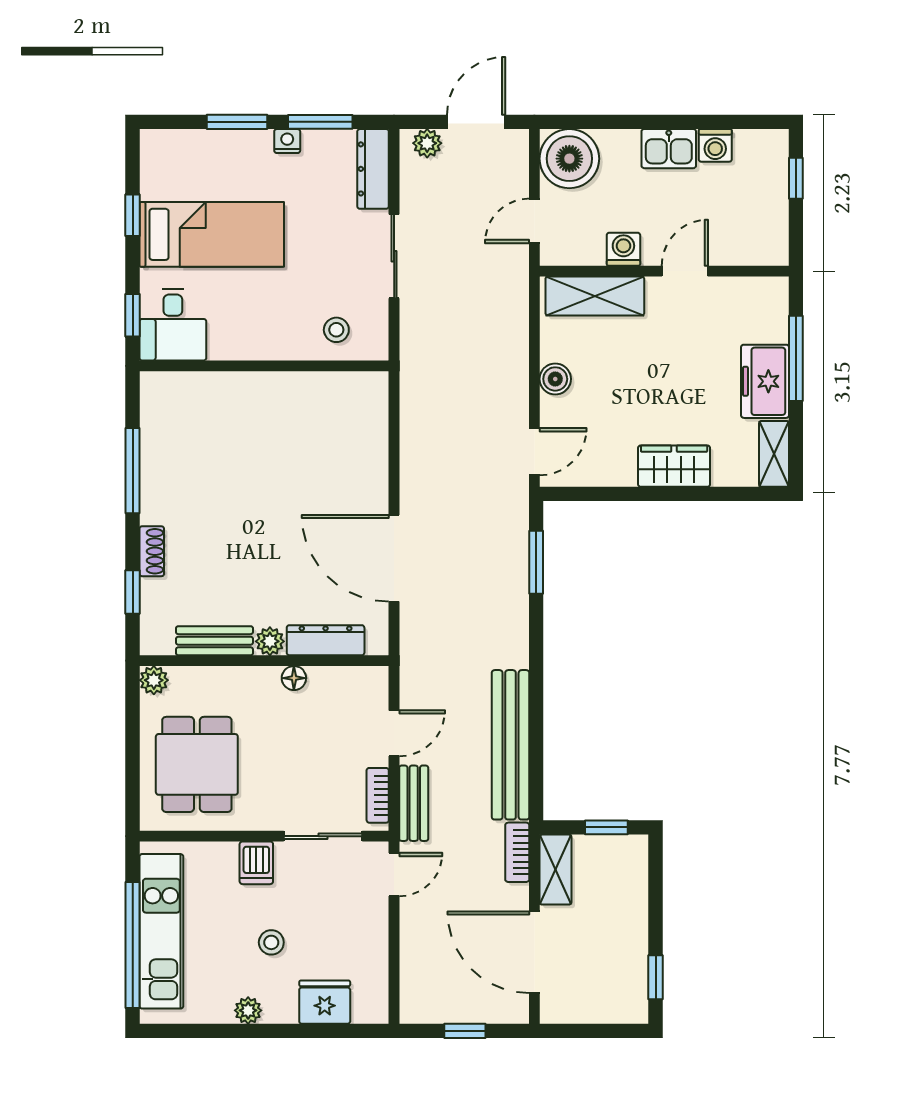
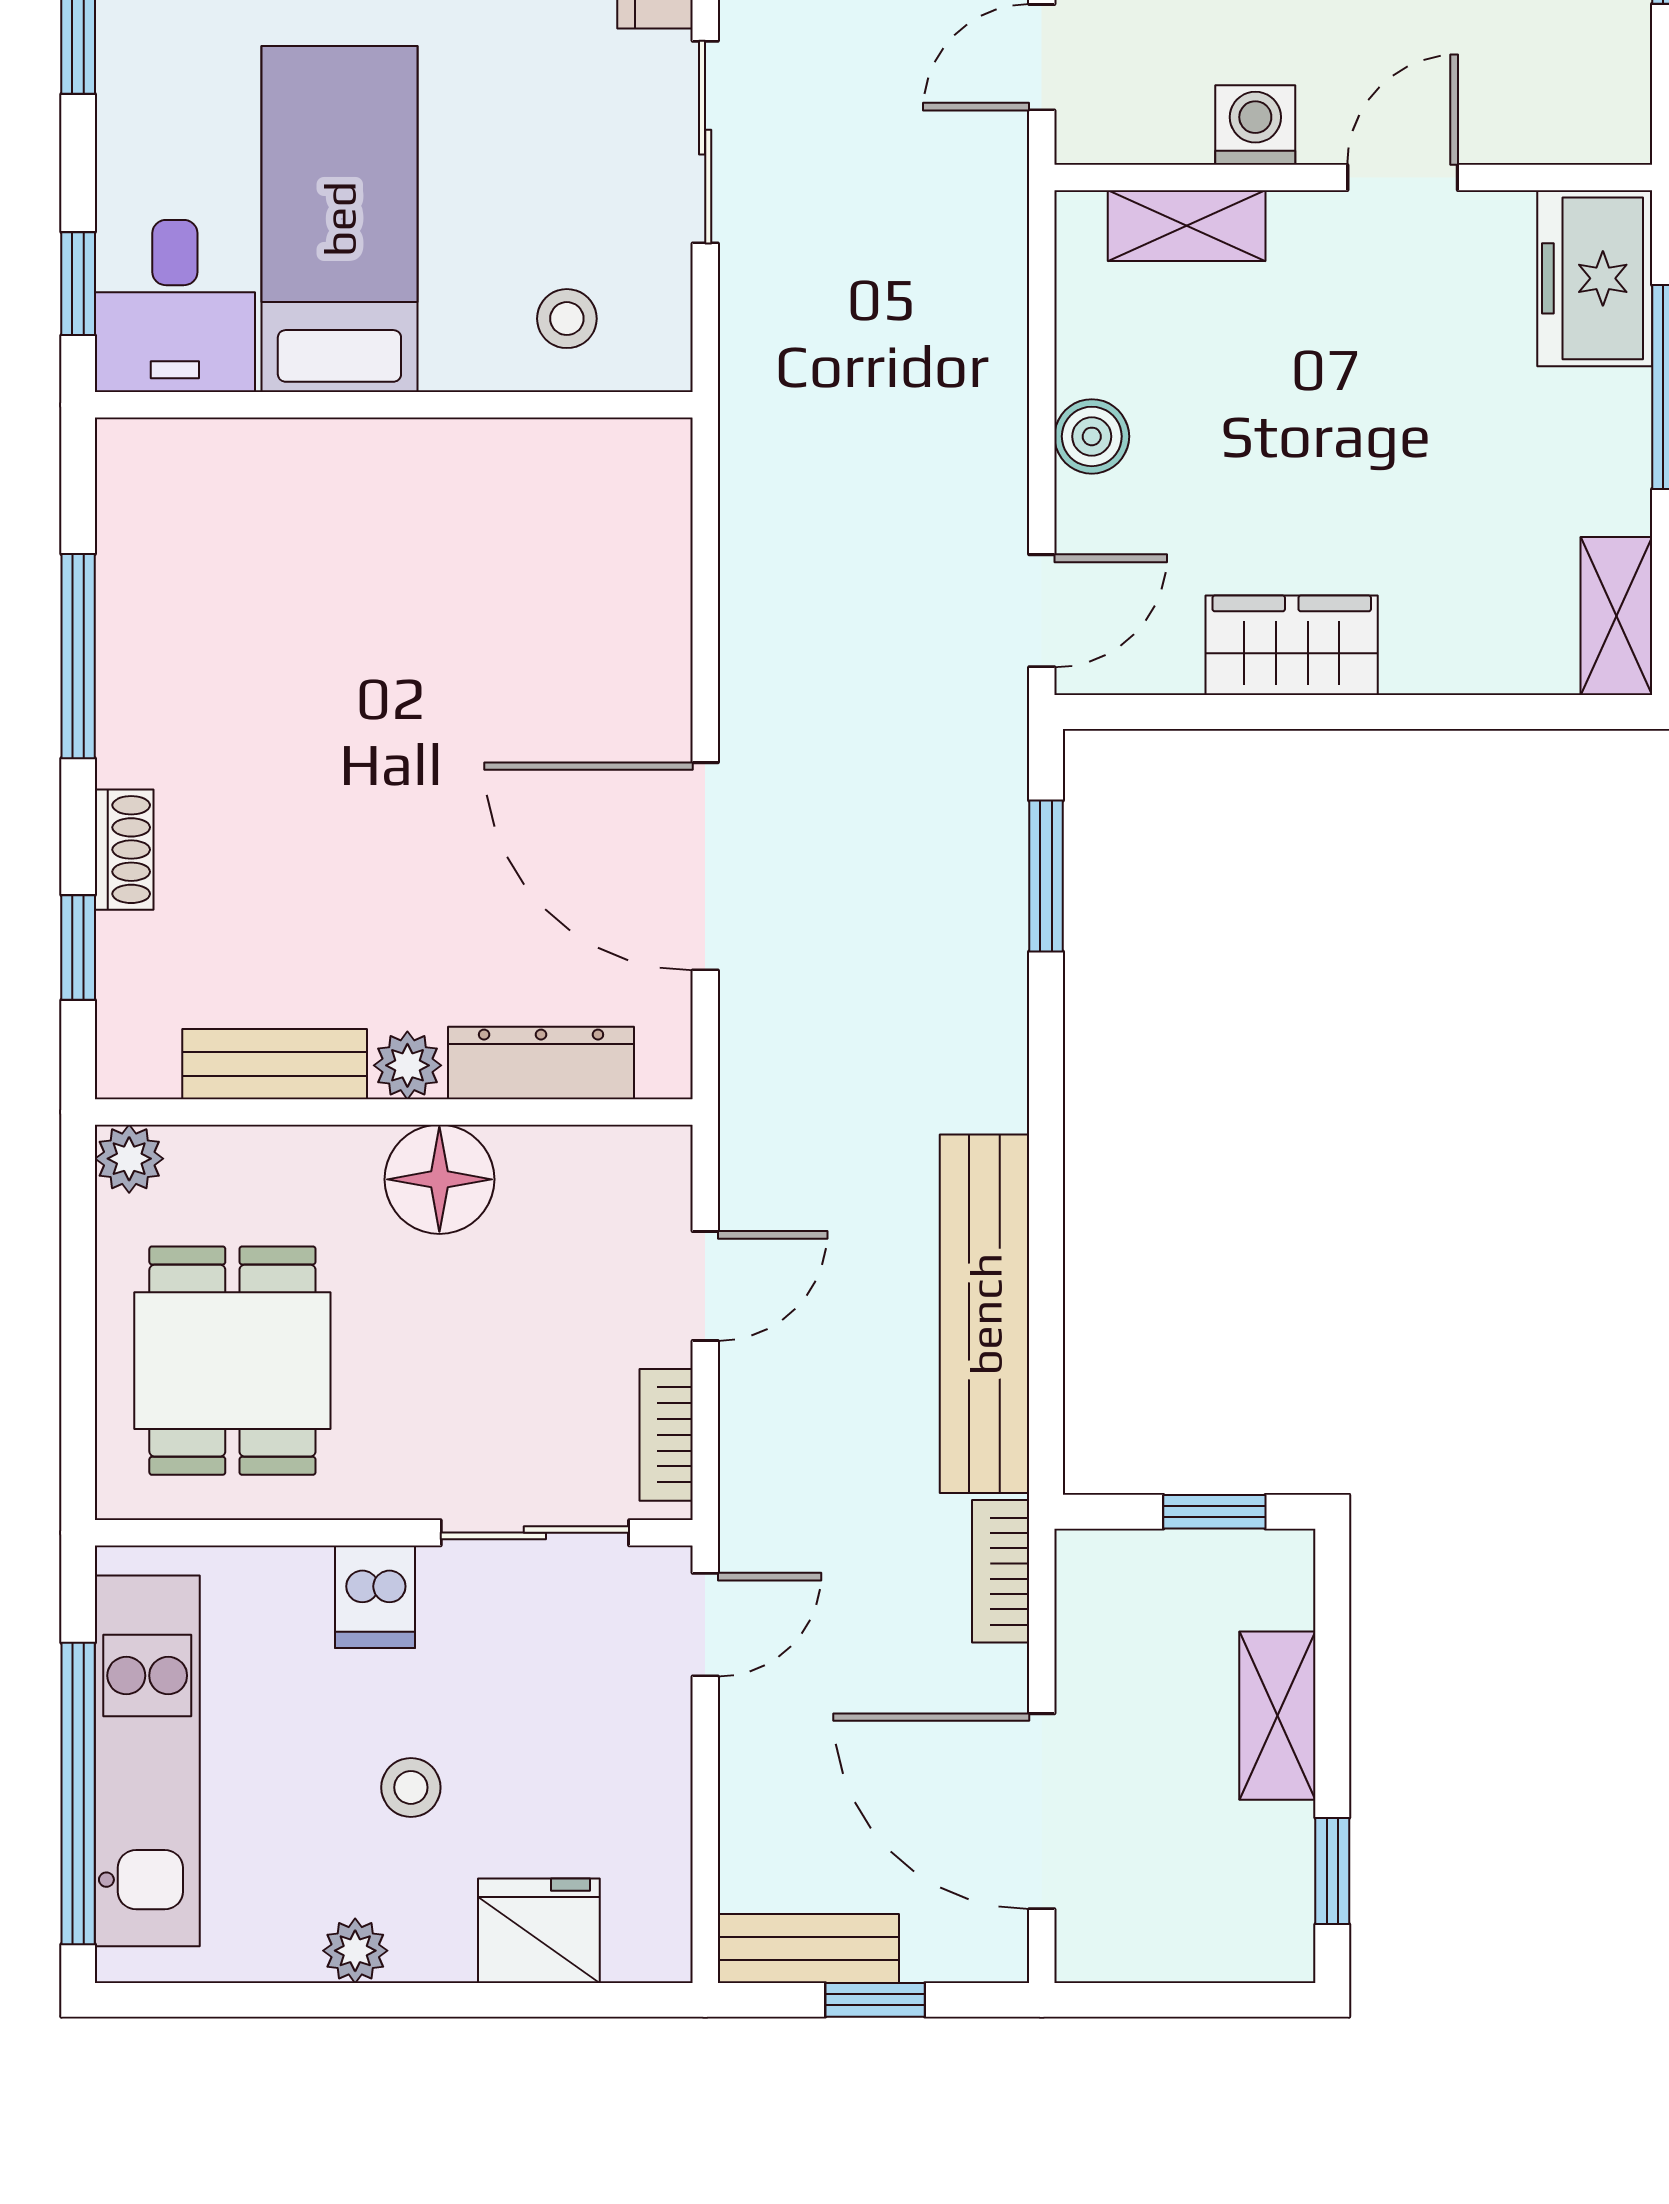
bed: (212, 234) -> (339, 219), moved, turned -90
shelving: (595, 296) -> (1187, 226), width x0.67, depth x0.75
freezer: (765, 381) -> (1595, 278), moved
wardrobe: (674, 466) -> (1292, 645), moved
floor lamp: (294, 678) -> (439, 1179), width x1.89, depth x1.89
bench: (414, 803) -> (808, 1948), moved, turned 90
shelving: (555, 870) -> (1277, 1716), moved

